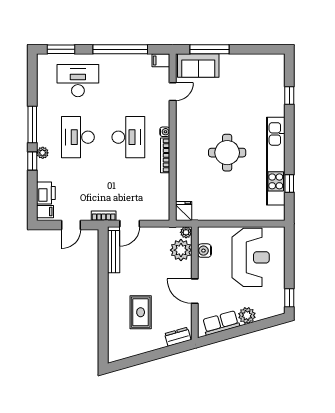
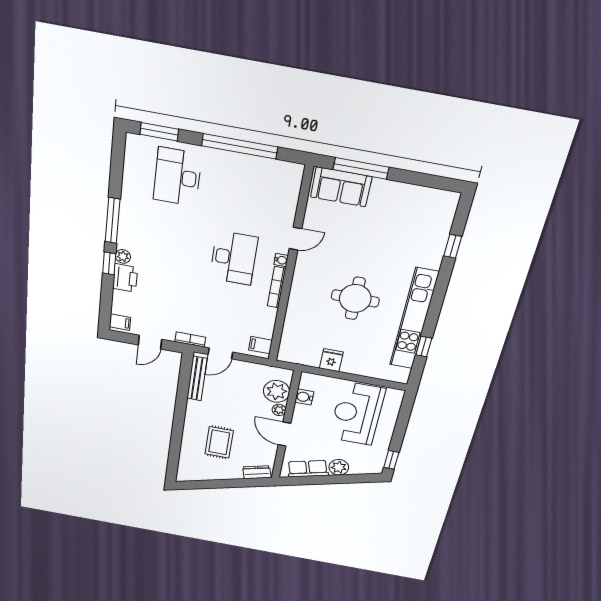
filing cabinet: (161, 60) -> (260, 345), moved
desk: (78, 81) -> (177, 177), turned -90
door: (173, 92) -> (296, 239), moved
desk: (78, 137) -> (169, 246), removed
printer: (46, 193) -> (125, 278), moved
fridge: (184, 211) -> (331, 360), moved
plant: (186, 232) -> (279, 410), moved
reception desk: (251, 257) -> (357, 414), turned 180

